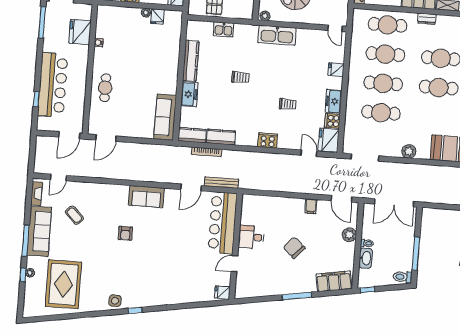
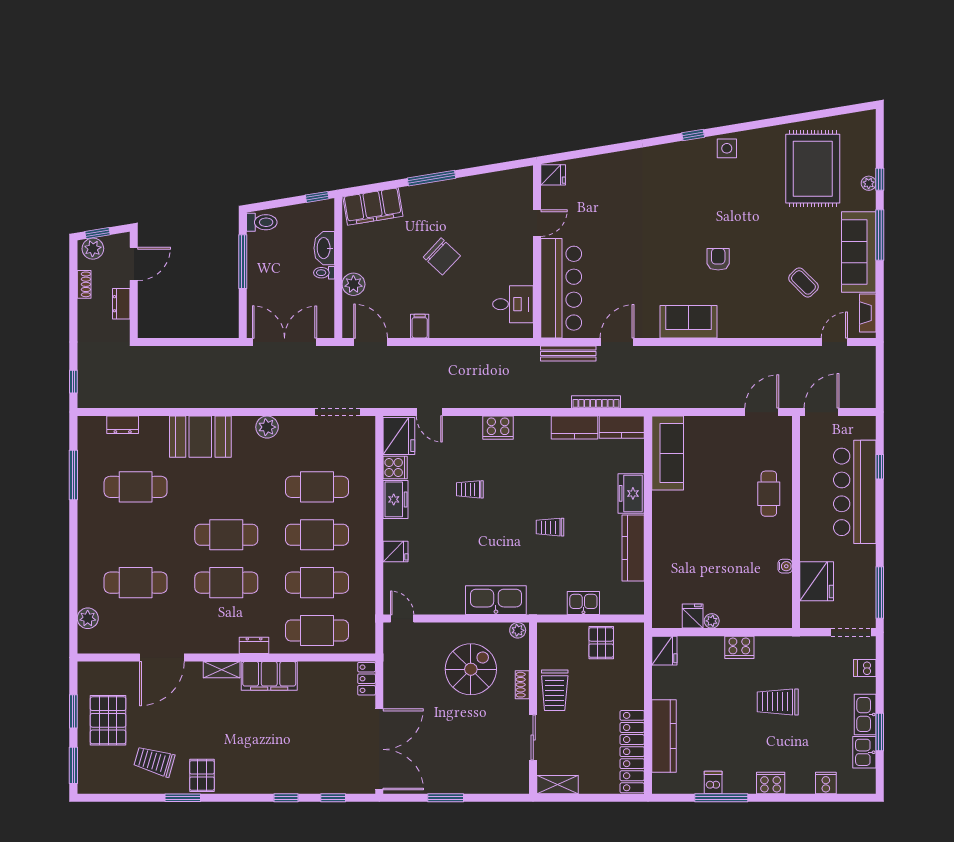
desk: (251, 237) -> (513, 304), moved

